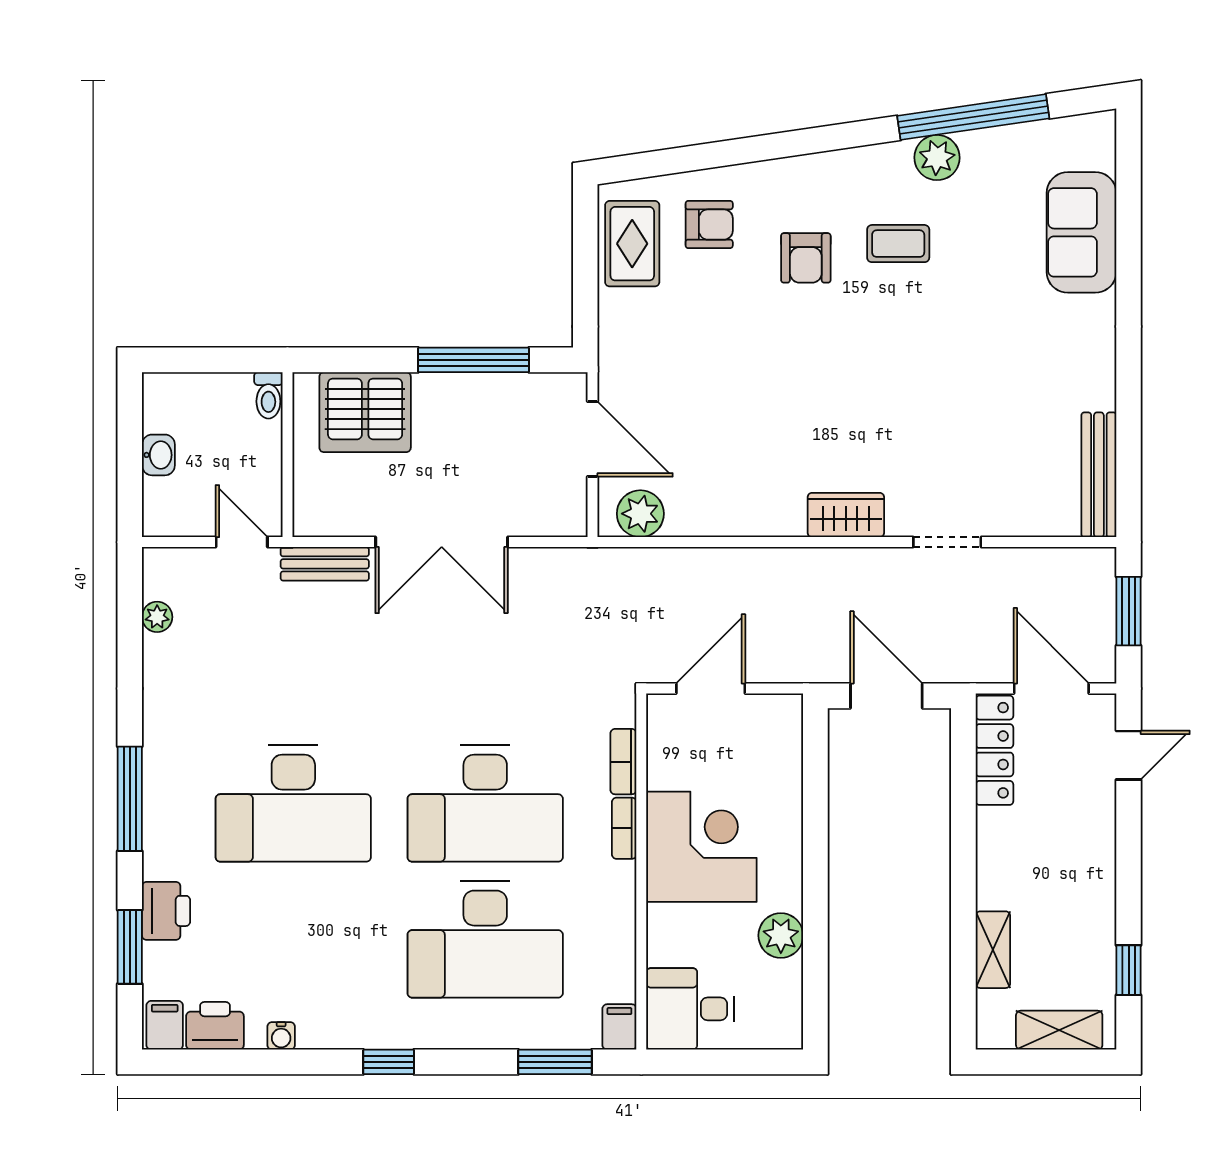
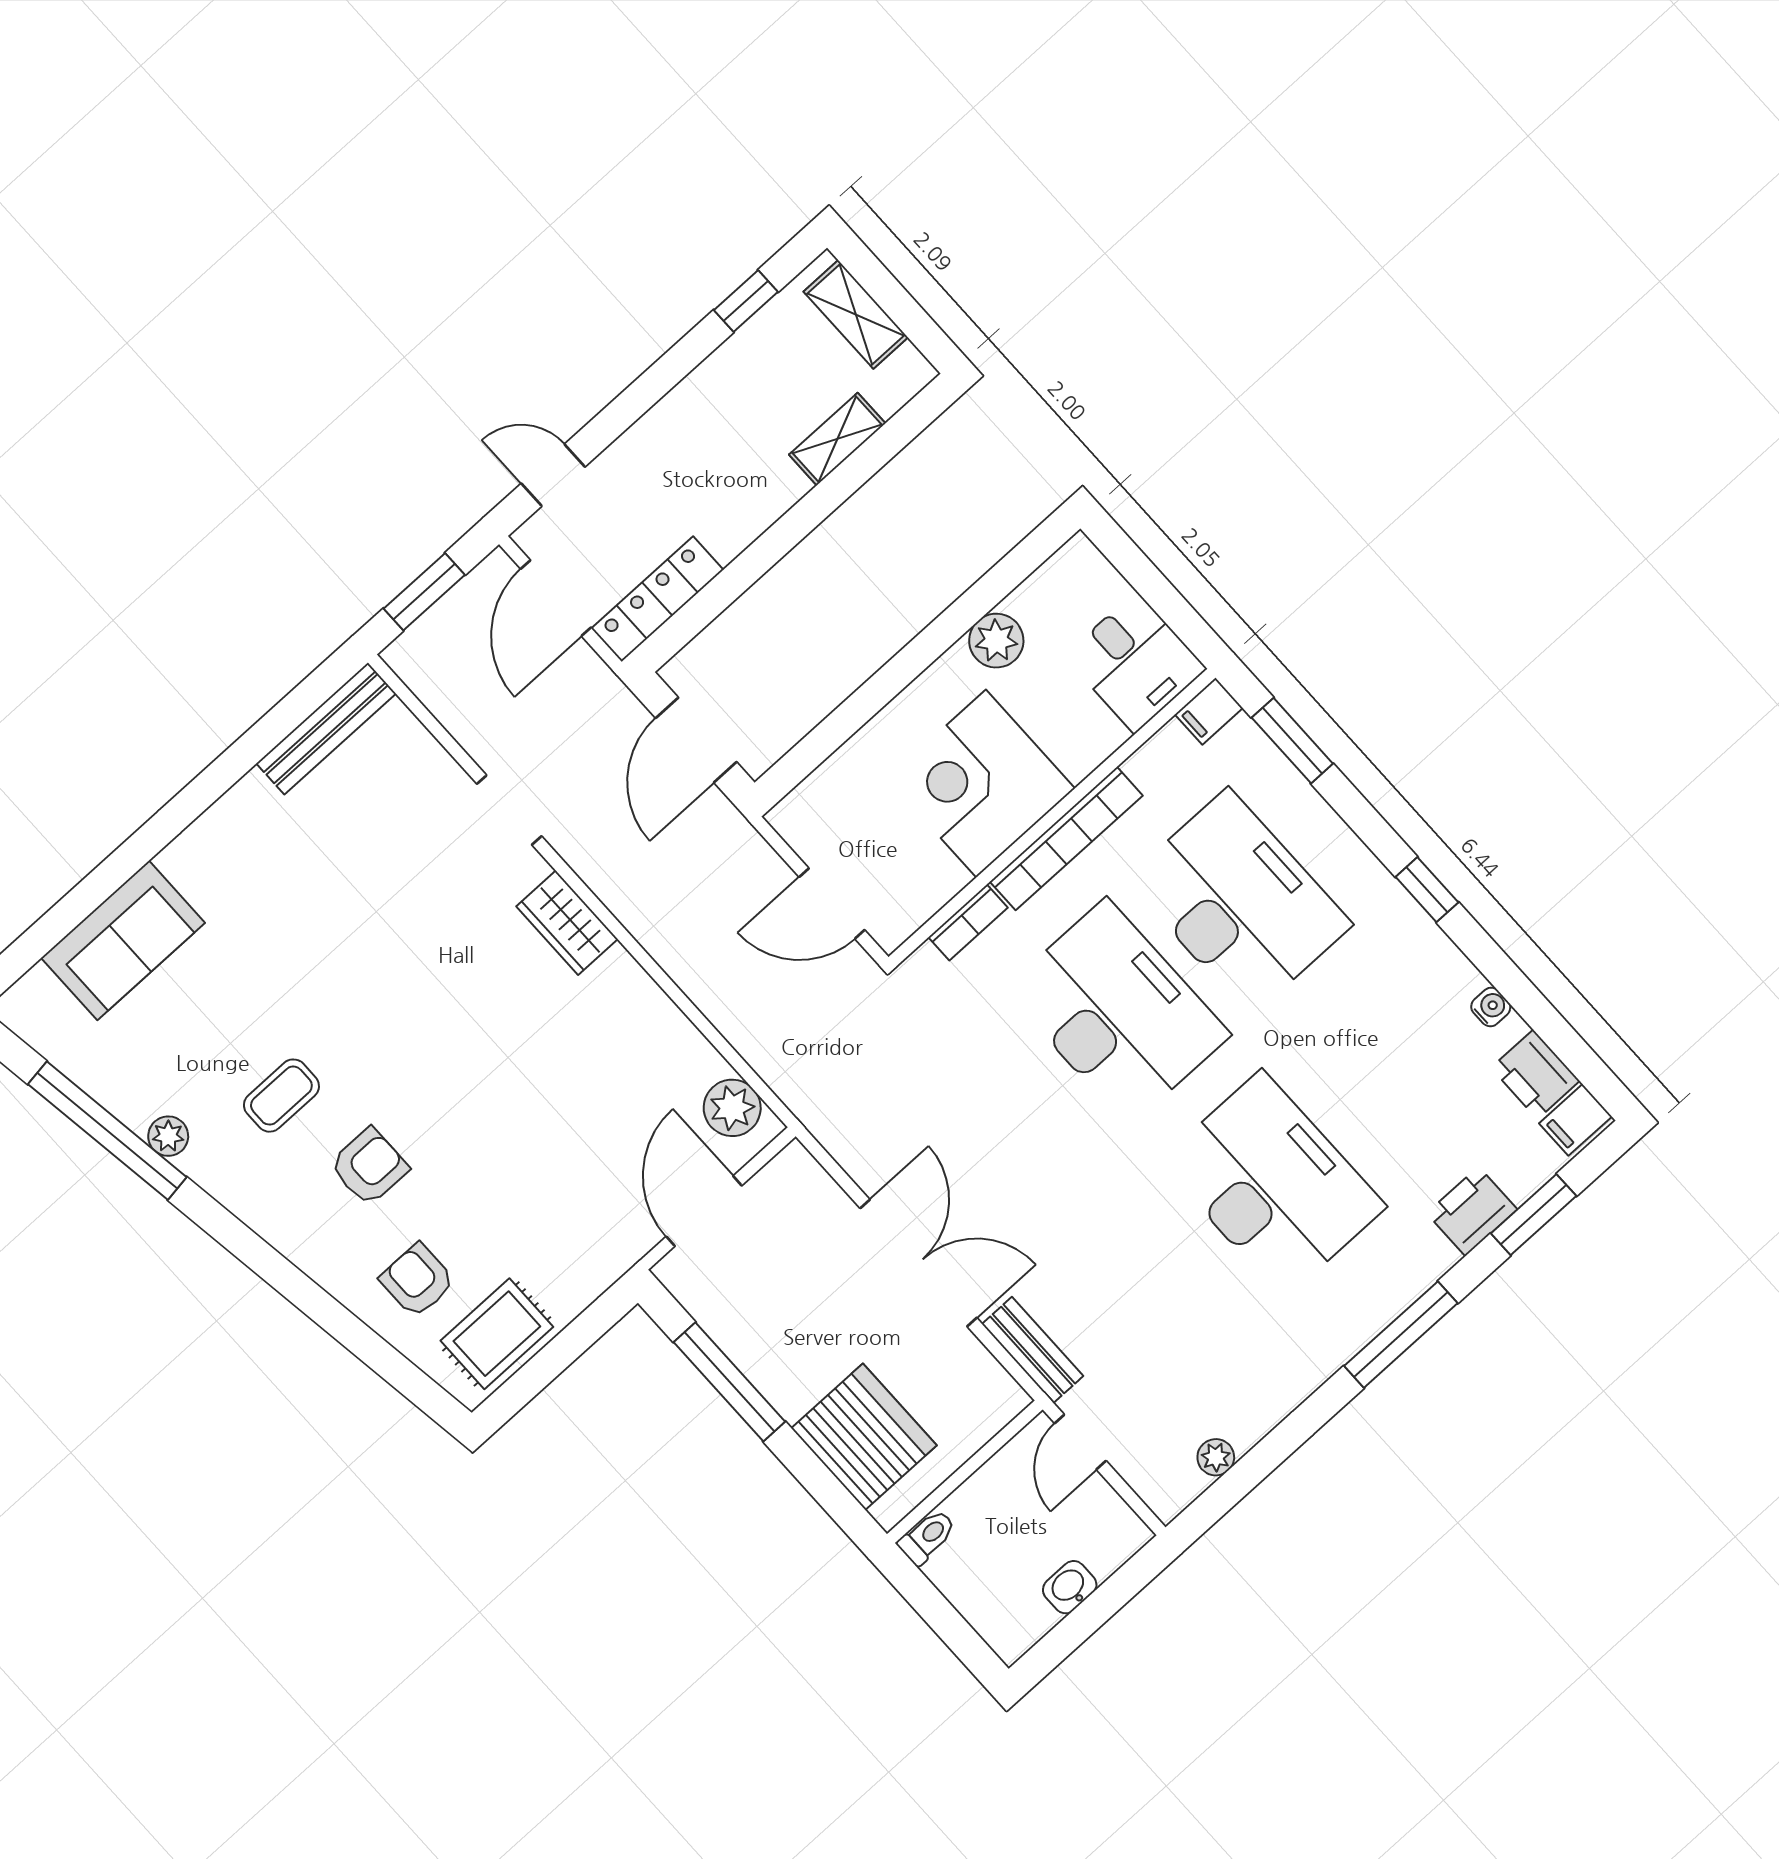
plant: (937, 158) -> (168, 1136), width x0.73, depth x0.73
coffee table: (898, 244) -> (281, 1096), turned 90
bookcase: (624, 828) -> (1066, 839), width x2.31, depth x1.31

